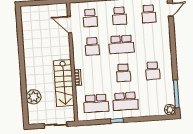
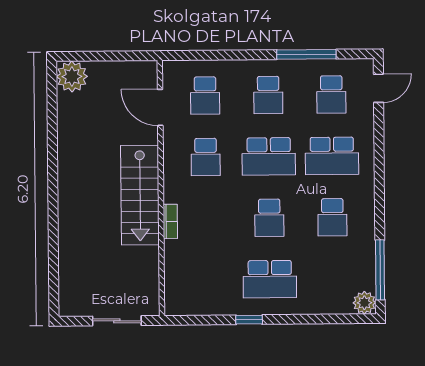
stairs: (64, 83) -> (140, 195), moved
plant: (34, 97) -> (72, 77), moved
school desk: (96, 103) -> (332, 156), moved

